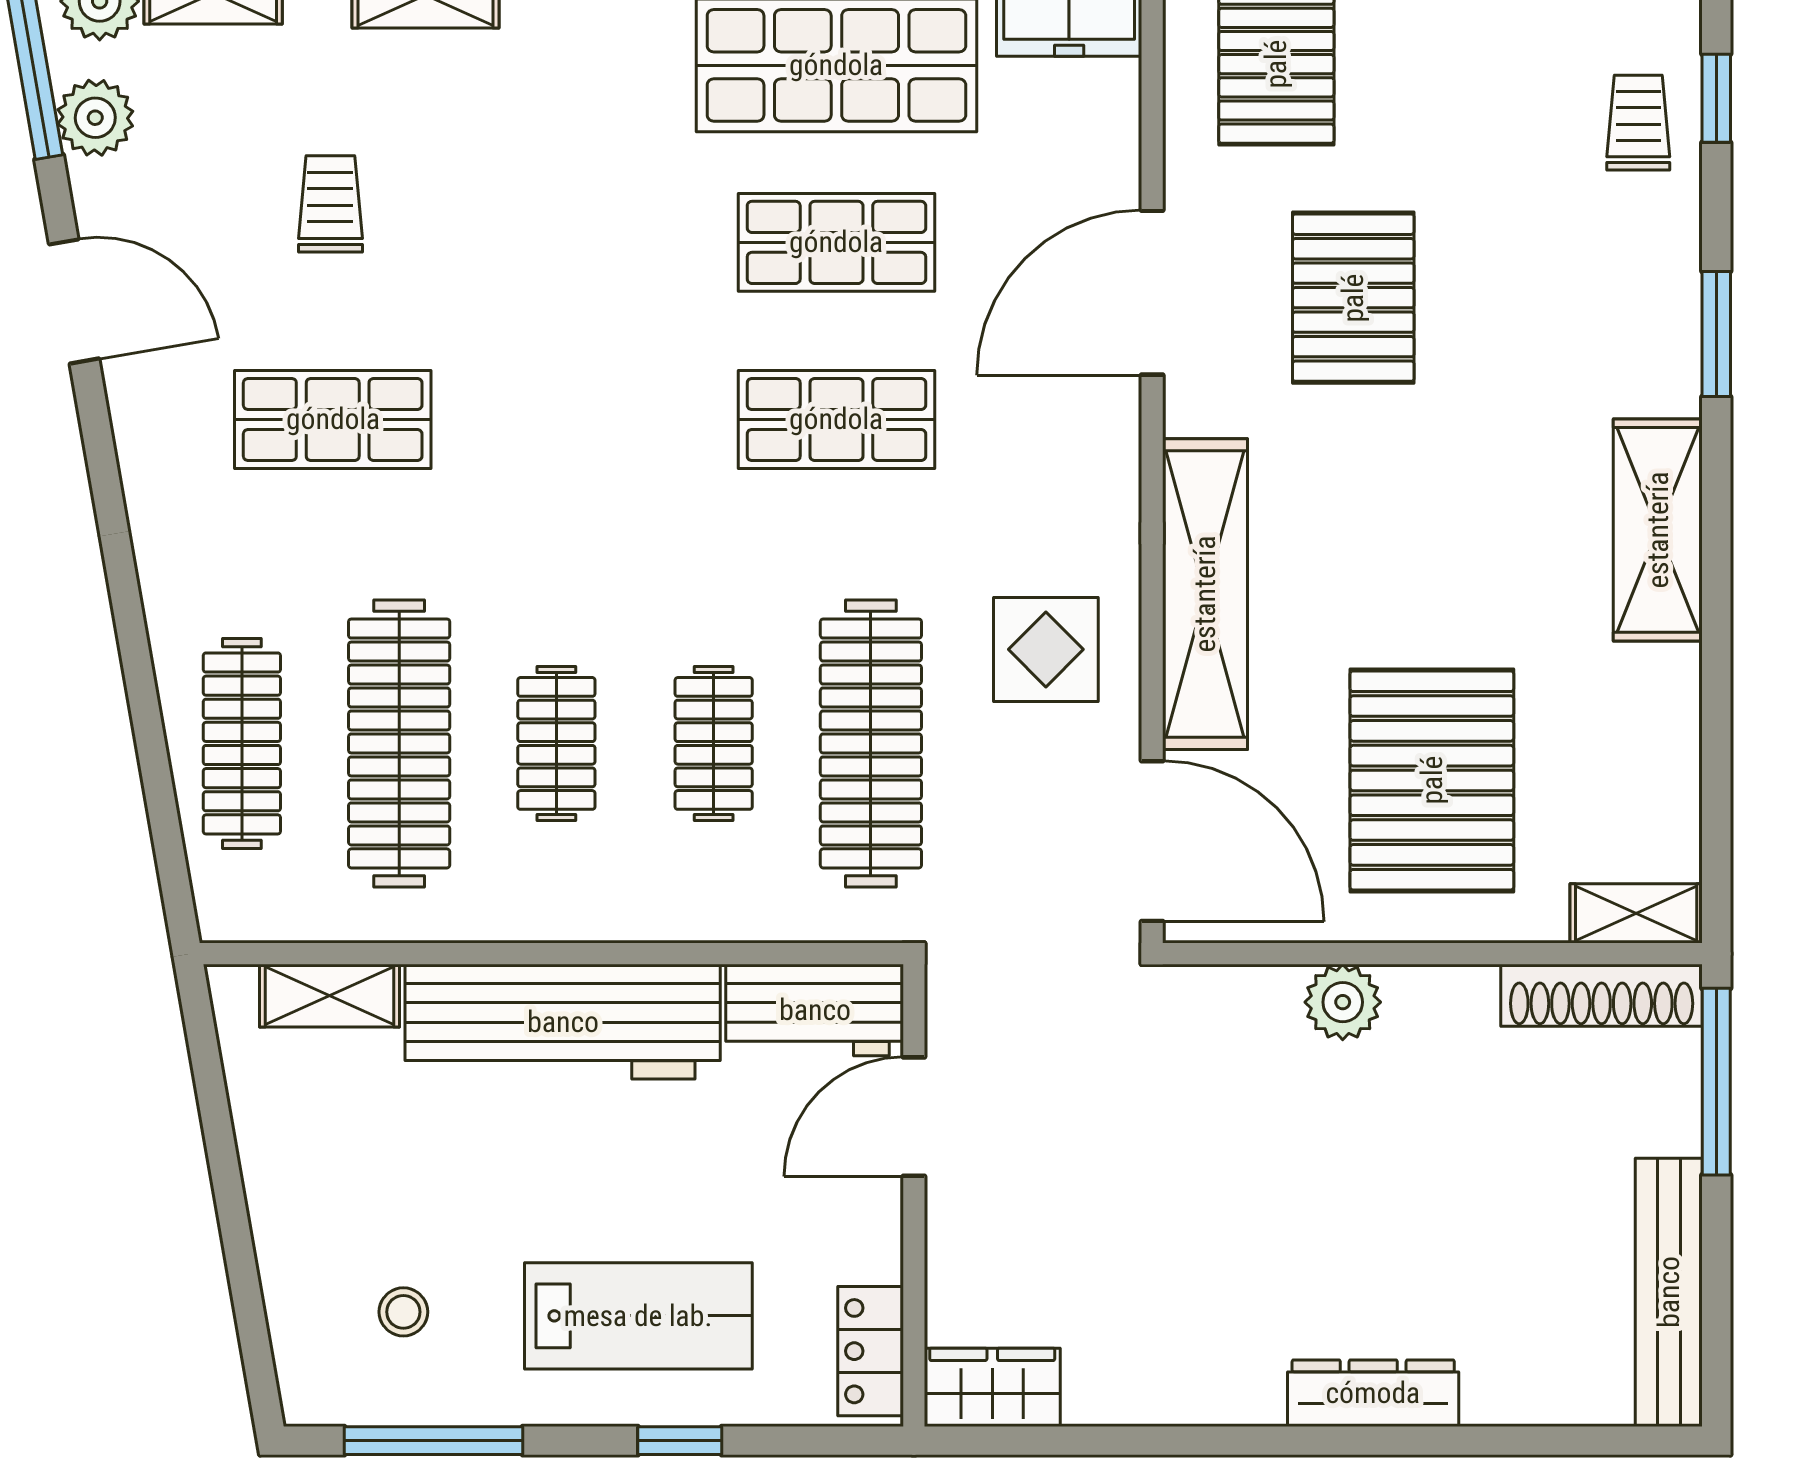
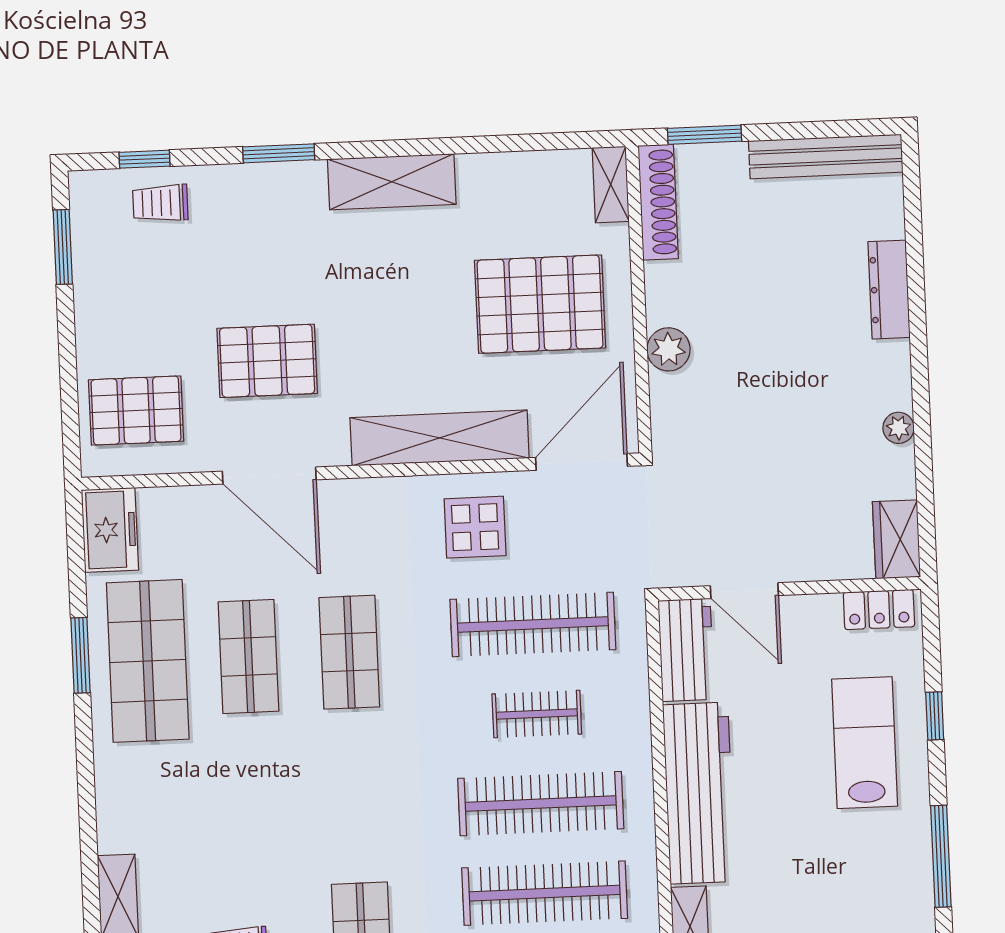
clothes rail: (556, 743) -> (541, 804), width x1.86, depth x1.31
window: (1716, 1082) -> (705, 135), width x0.69
stool: (403, 1312) -> (868, 877), removed
dresser: (1373, 1393) -> (889, 290), moved
plant: (1188, 1399) -> (899, 428), added

